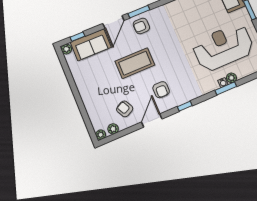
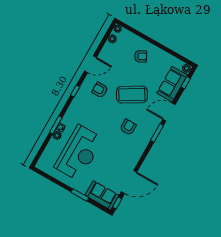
door: (113, 22) -> (169, 112), hinge flipped
armchair: (141, 26) -> (128, 127), moved
coffee table: (135, 63) -> (132, 95), turned 59
armchair: (125, 109) -> (141, 56), moved
door: (152, 120) -> (90, 64), hinge flipped

